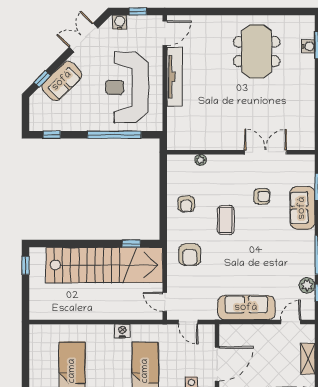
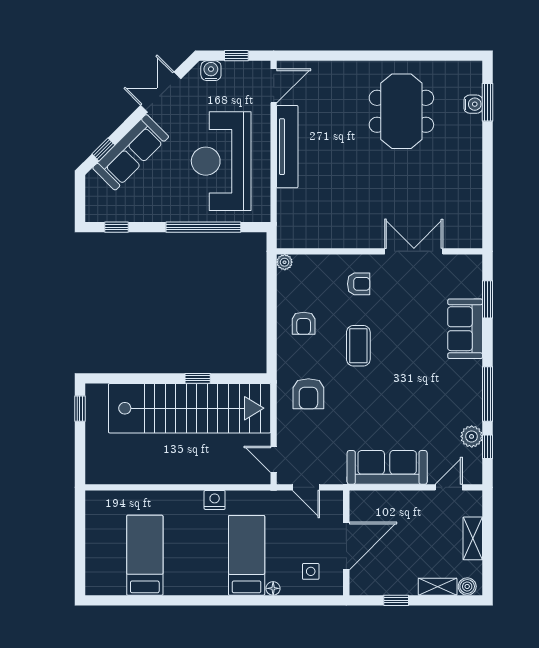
sofa: (62, 81) -> (131, 152), width x1.36
plant: (201, 160) -> (285, 262), moved
armchair: (262, 196) -> (359, 284), moved
window: (131, 244) -> (198, 378), moved

